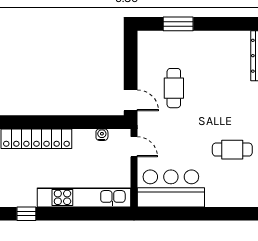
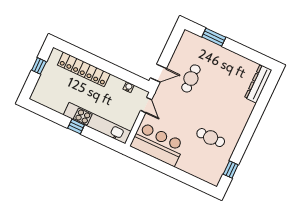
door: (131, 100) -> (158, 73), hinge flipped
window: (26, 214) -> (76, 127), moved

